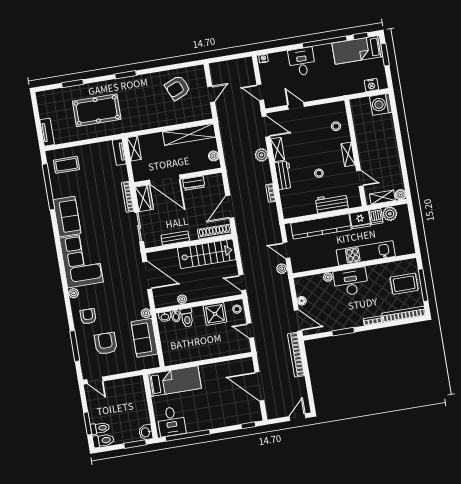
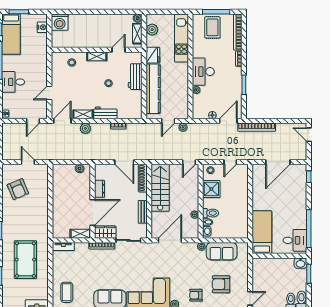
shelving: (189, 134) -> (58, 186), removed
shelving: (134, 149) -> (80, 234), moved
dishwasher: (376, 216) -> (152, 41), removed
kitchen unit: (366, 253) -> (181, 38), moved

